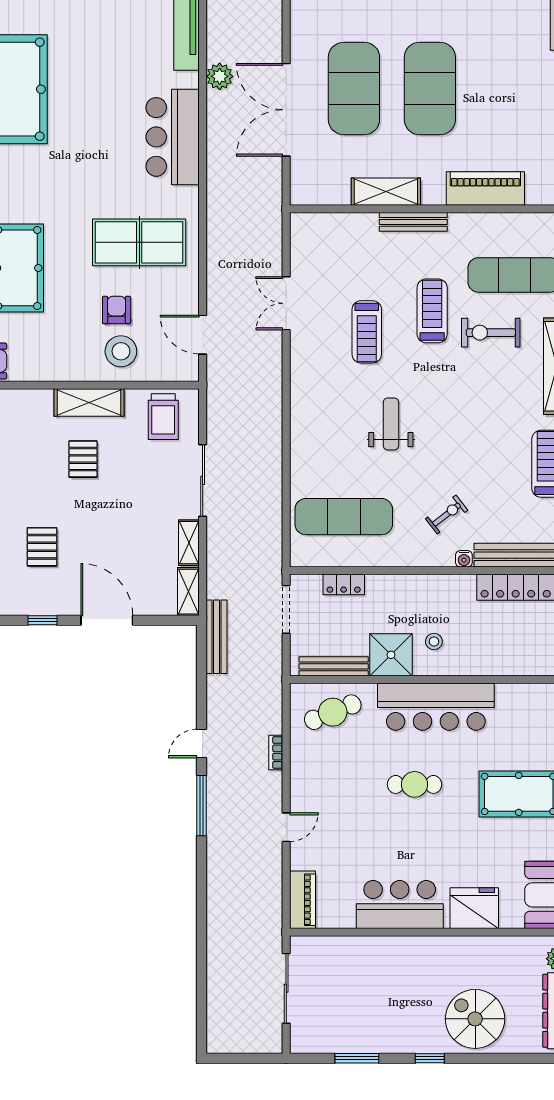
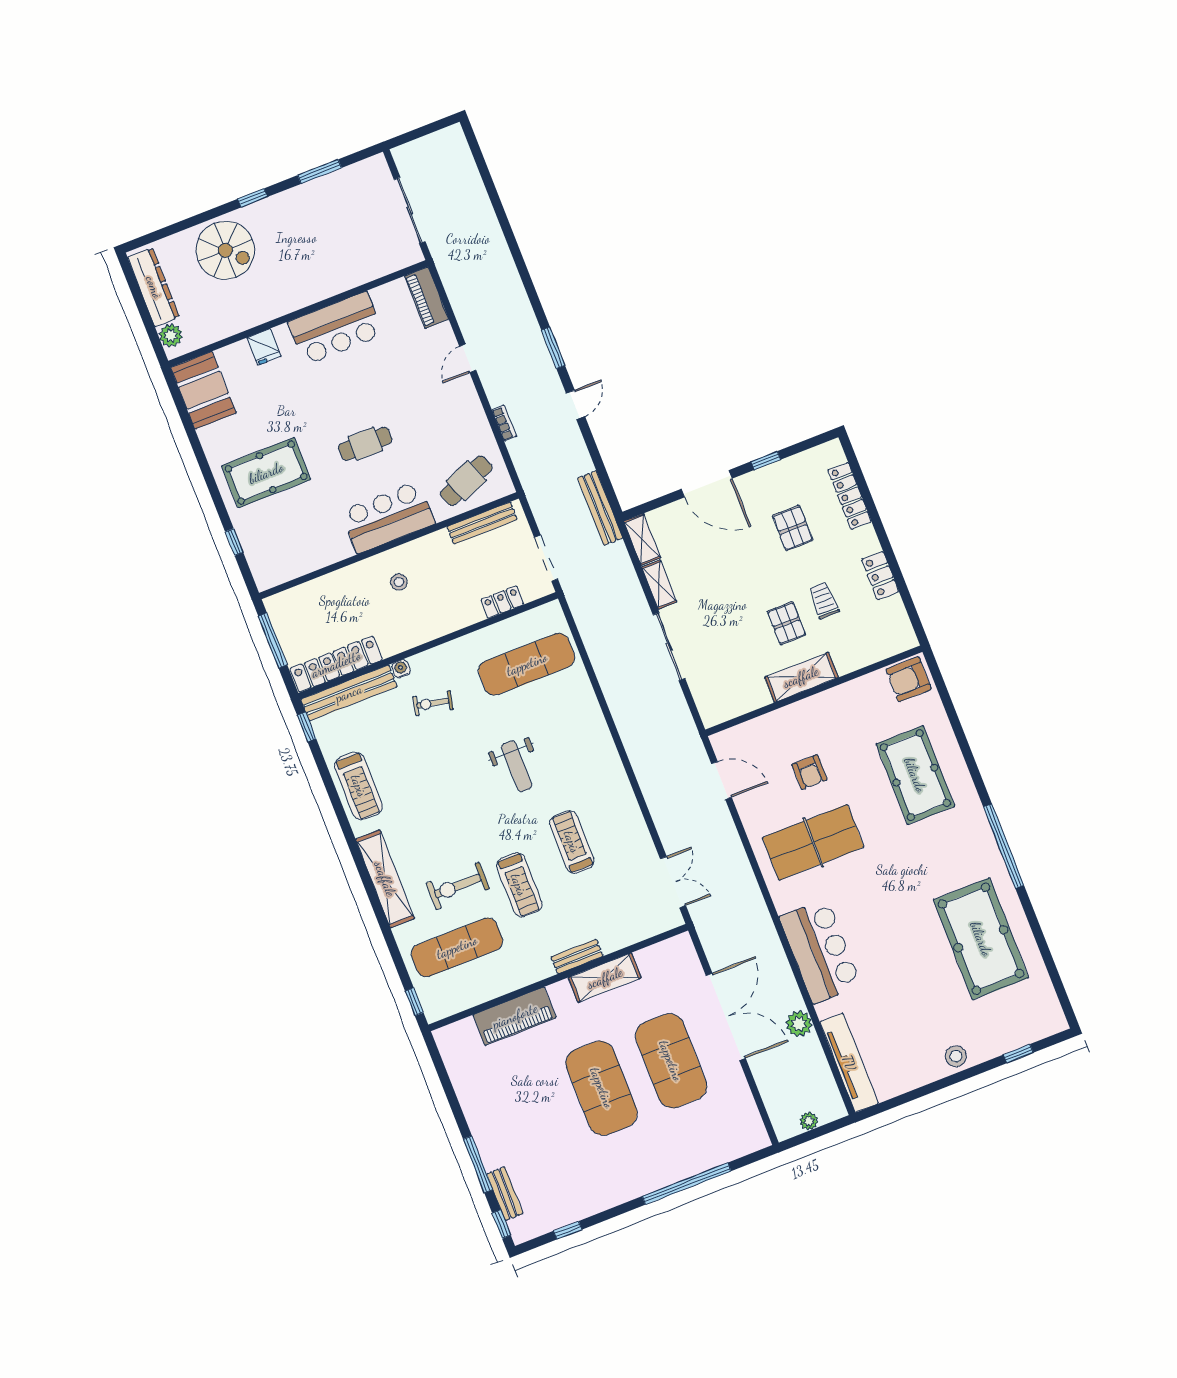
bench: (413, 222) -> (577, 956), width x0.73
double door: (286, 303) -> (673, 882), moved
exercise bike: (491, 333) -> (458, 886), turned 180
stool: (121, 351) -> (791, 736), removed
trolley: (163, 417) -> (824, 600), moved, width x0.73, depth x0.72
exercise bike: (447, 514) -> (433, 703), turned 50
shower: (391, 655) -> (433, 554), removed
bar counter: (436, 707) -> (388, 517), width x0.73
window: (202, 806) -> (553, 348), width x0.69
fridge: (474, 908) -> (264, 347), width x0.53, depth x0.75

